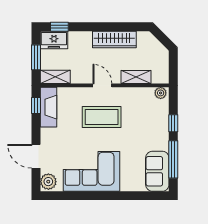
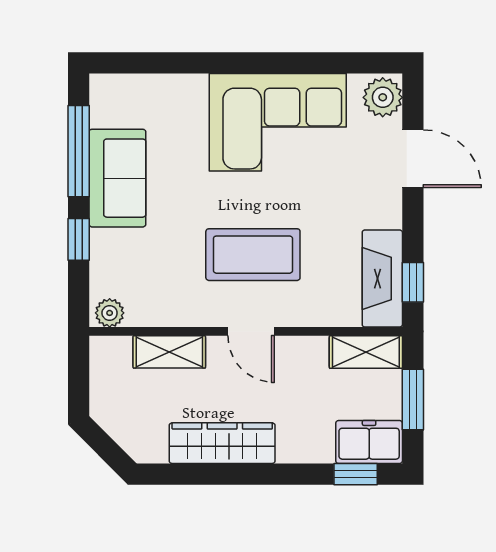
sofa: (157, 171) -> (117, 178), moved

